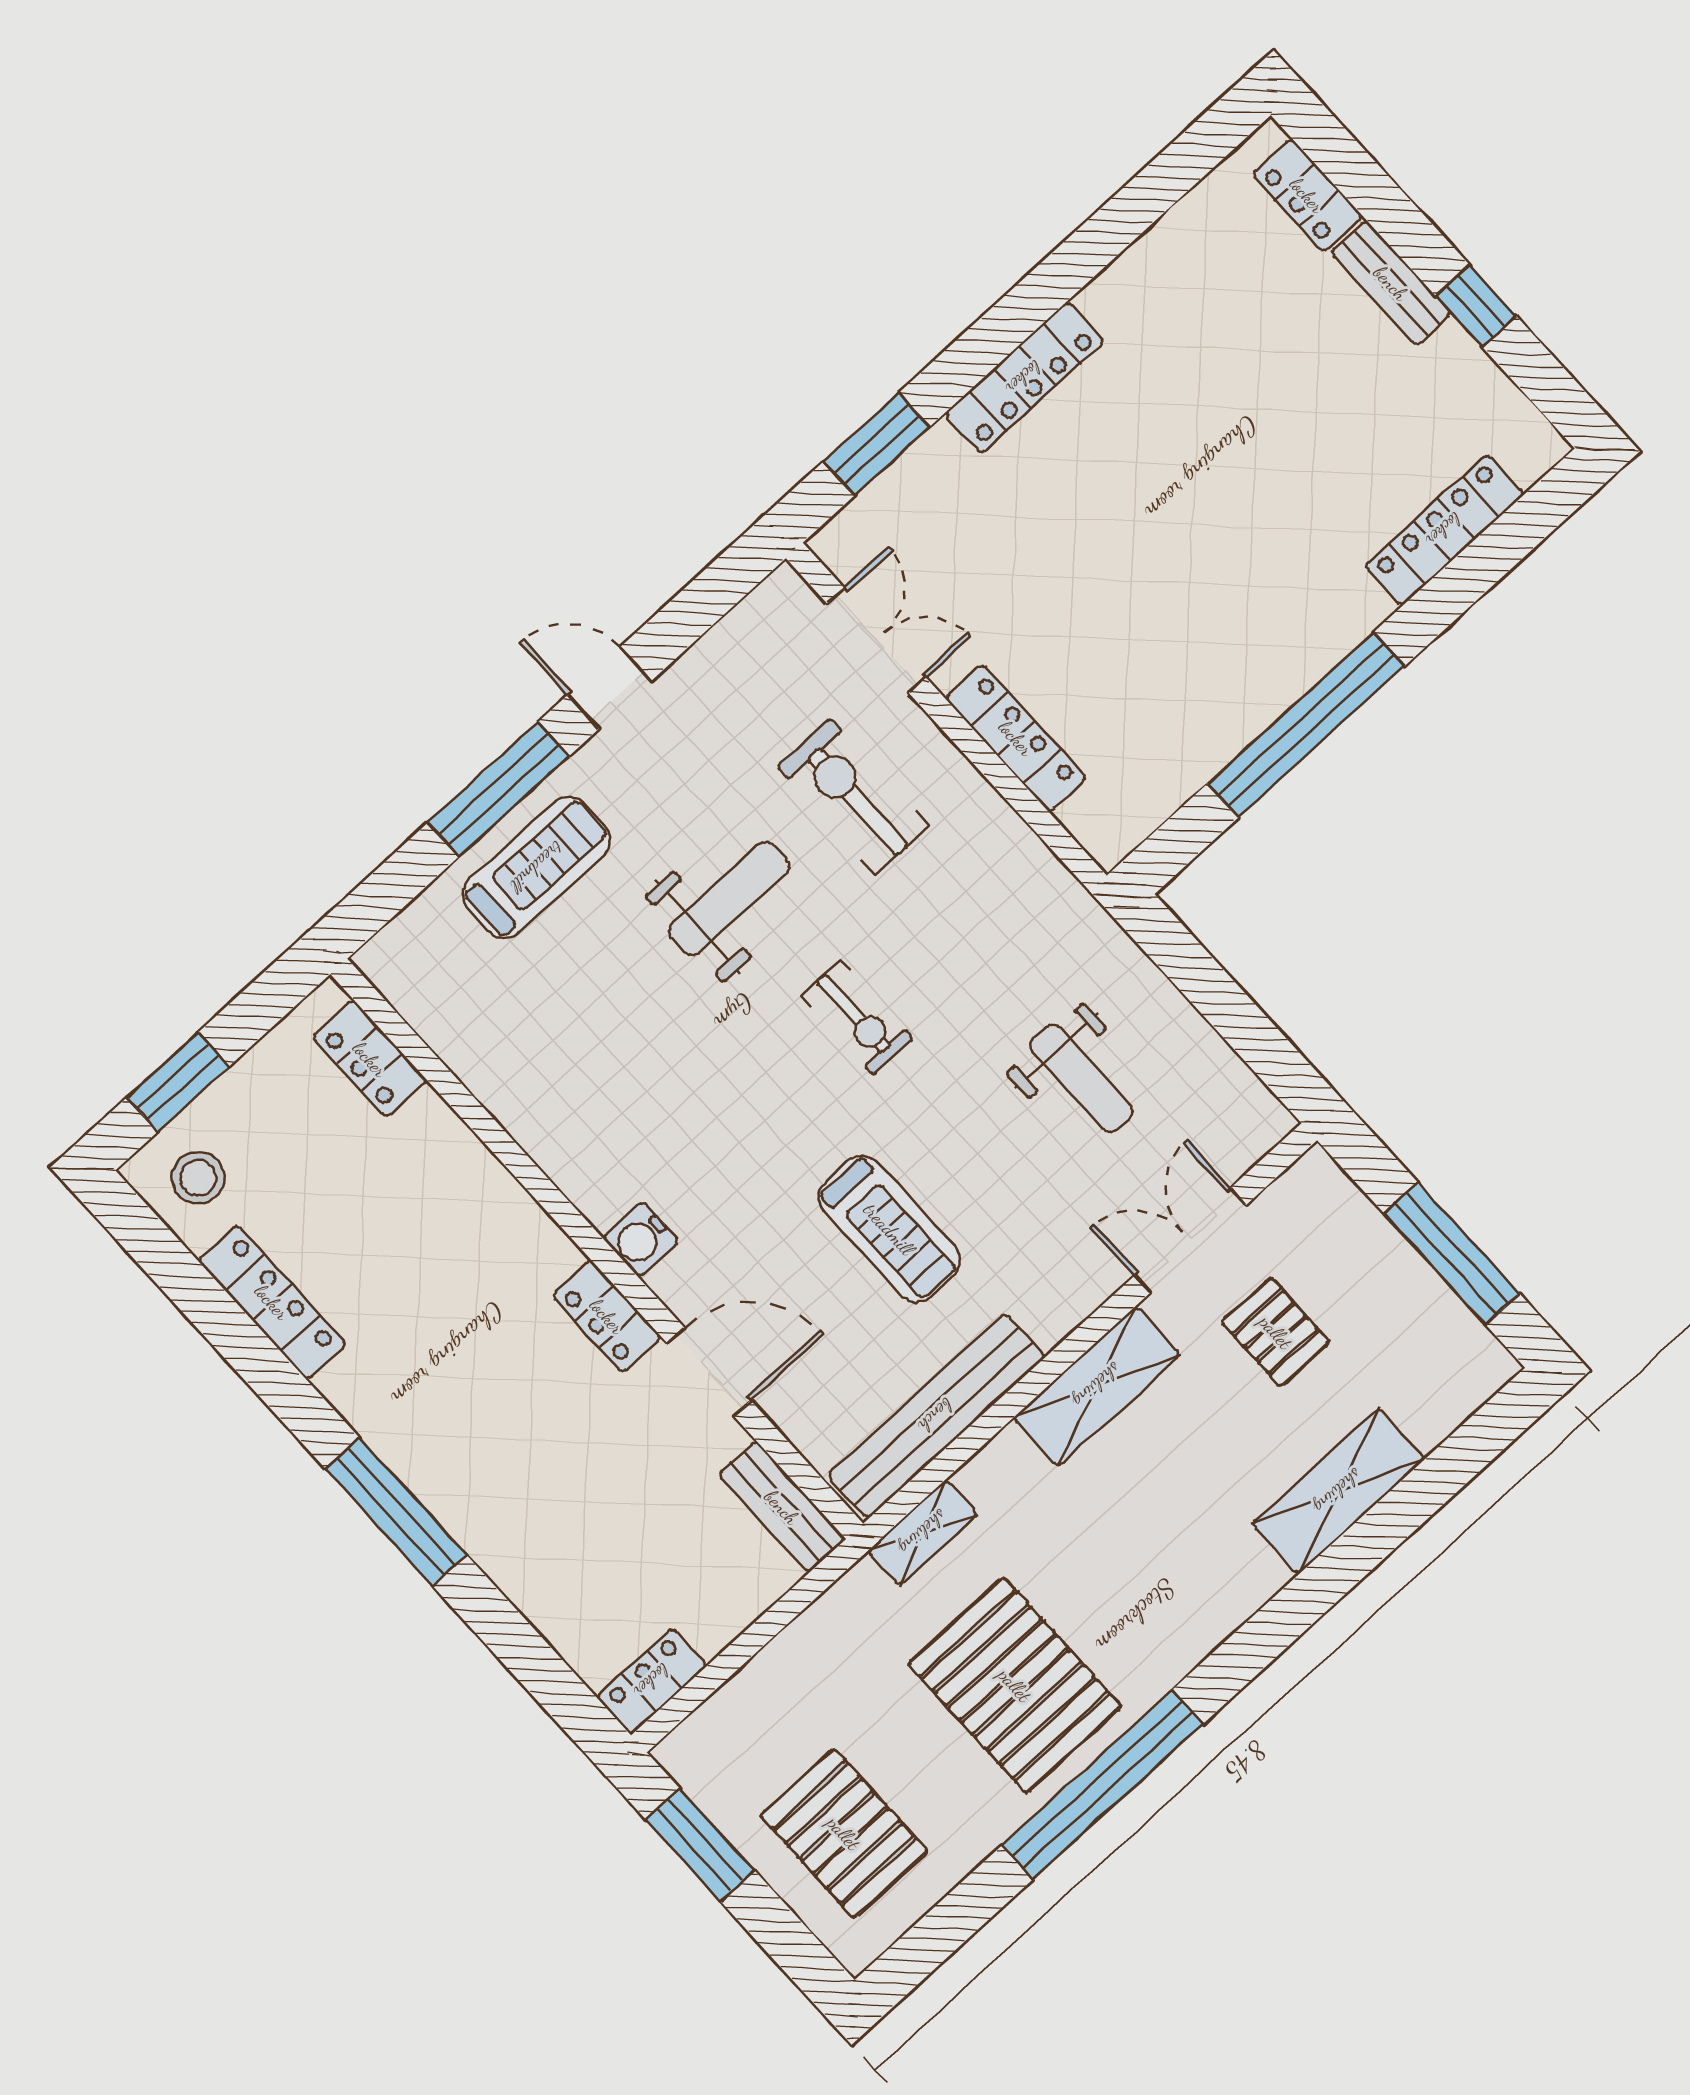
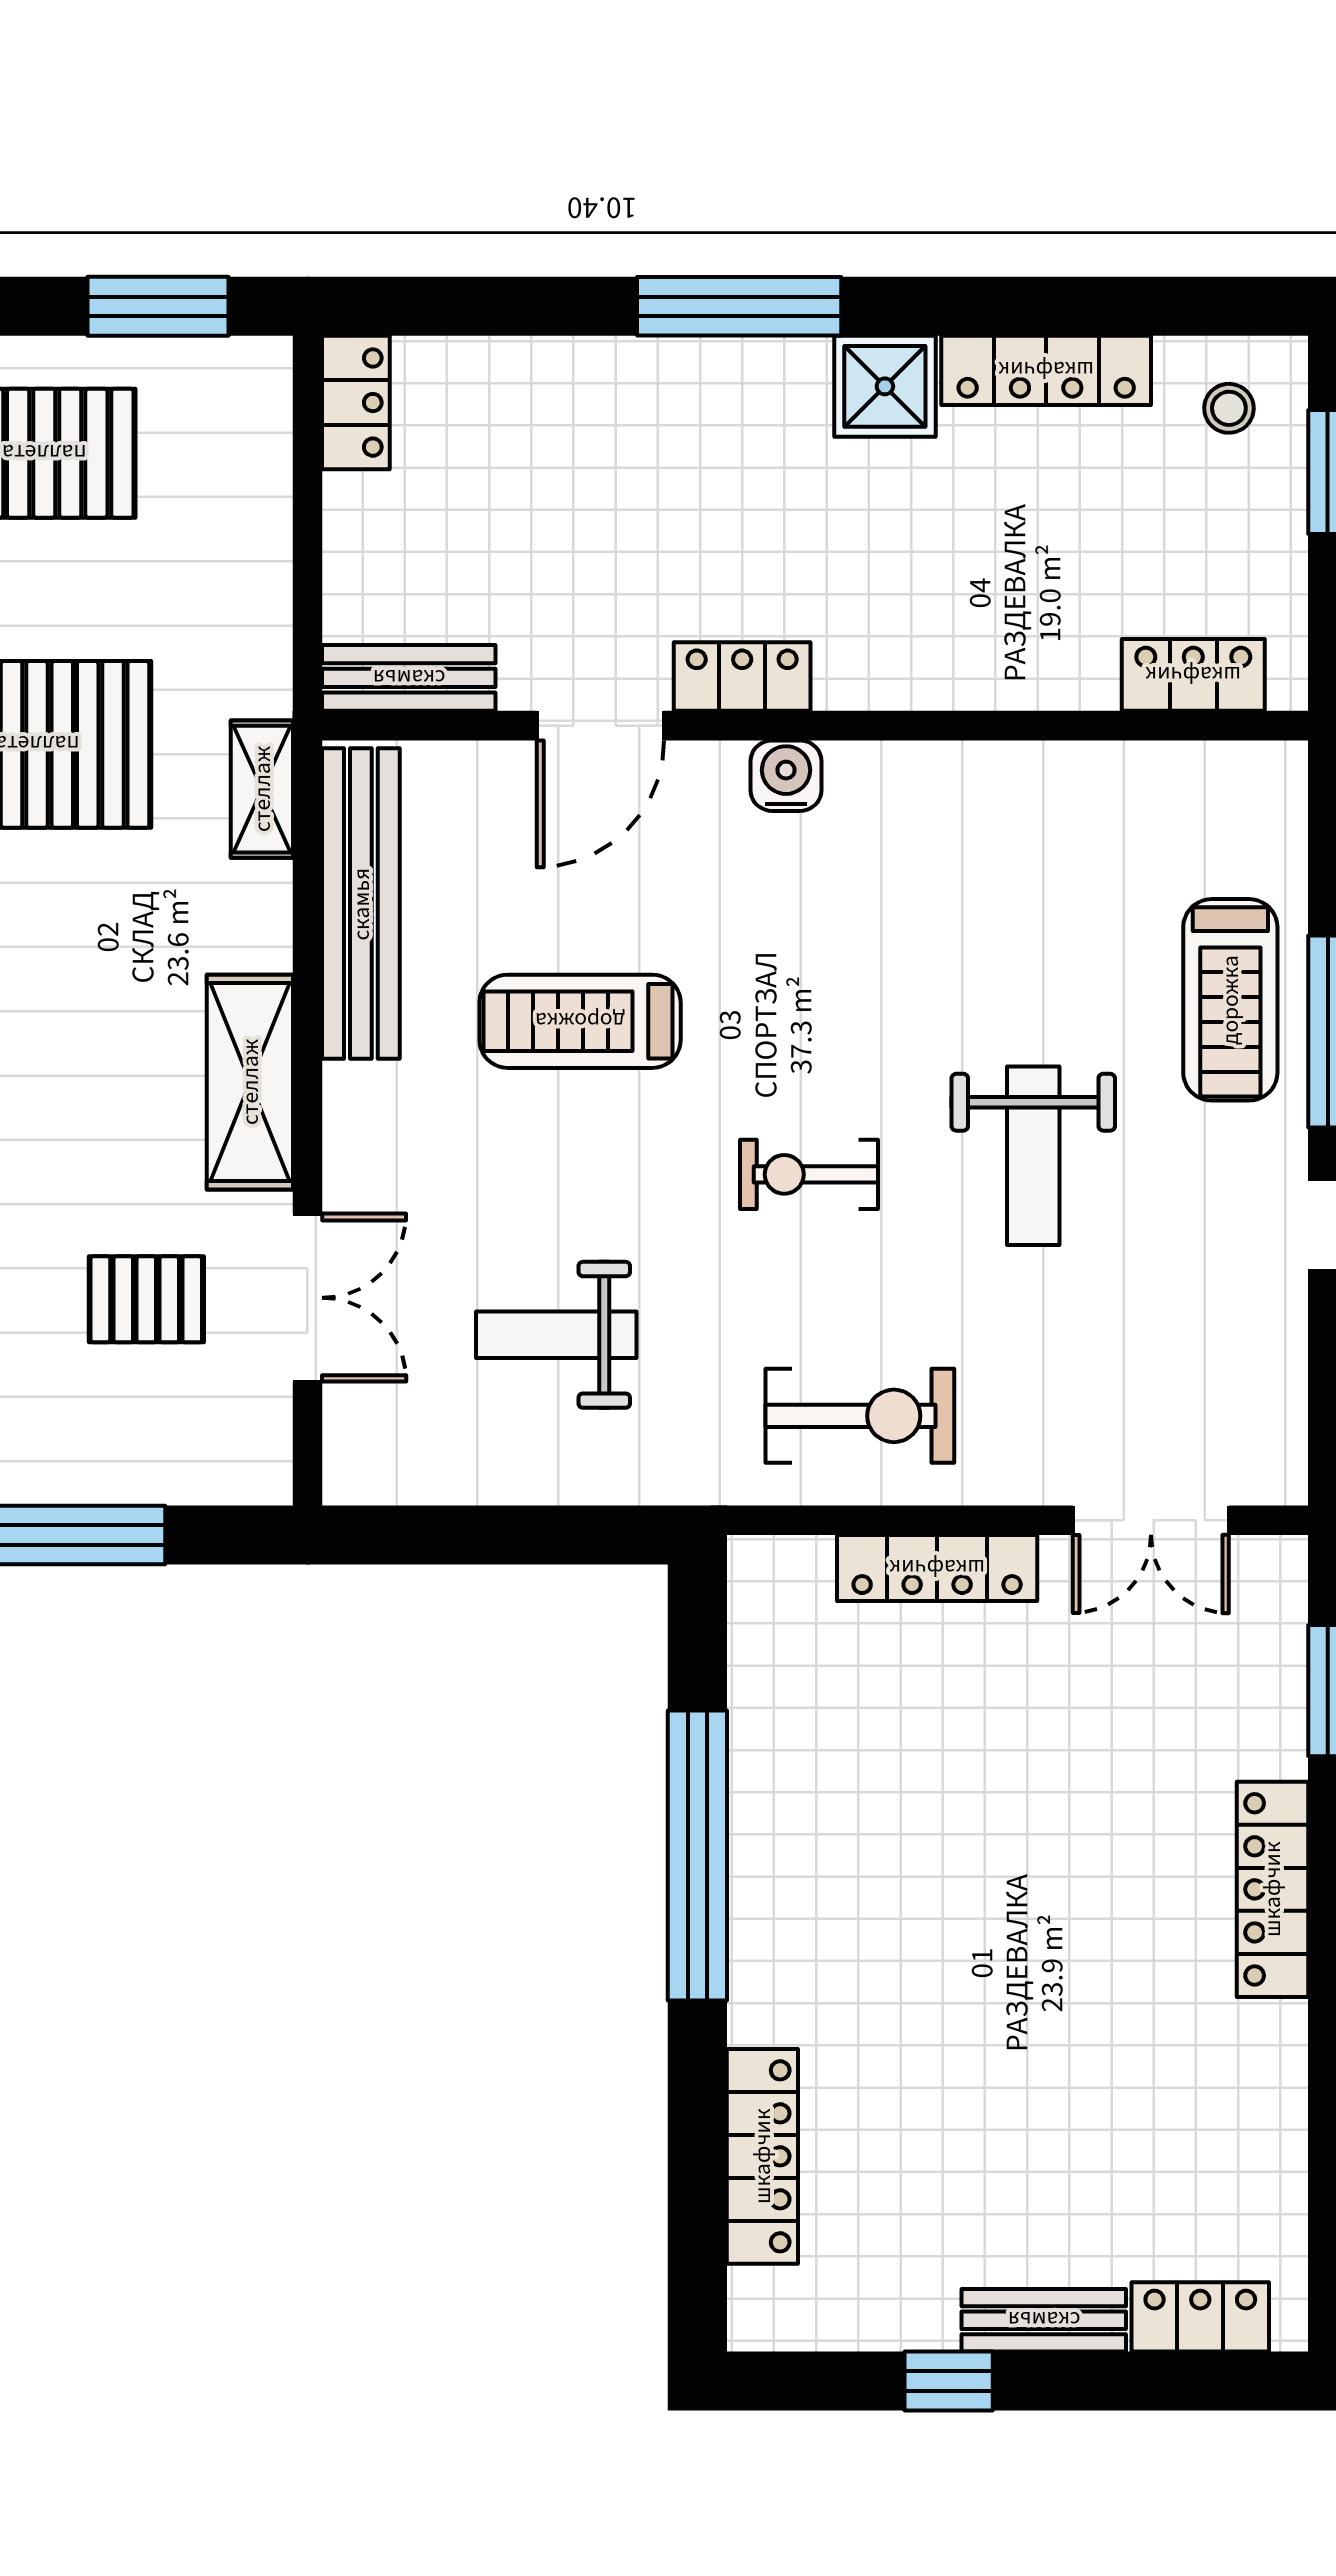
exercise bike: (853, 796) -> (860, 1416), moved
stool: (198, 1178) -> (1229, 408), width x0.73, depth x0.73
shower: (366, 1386) -> (885, 386), added

